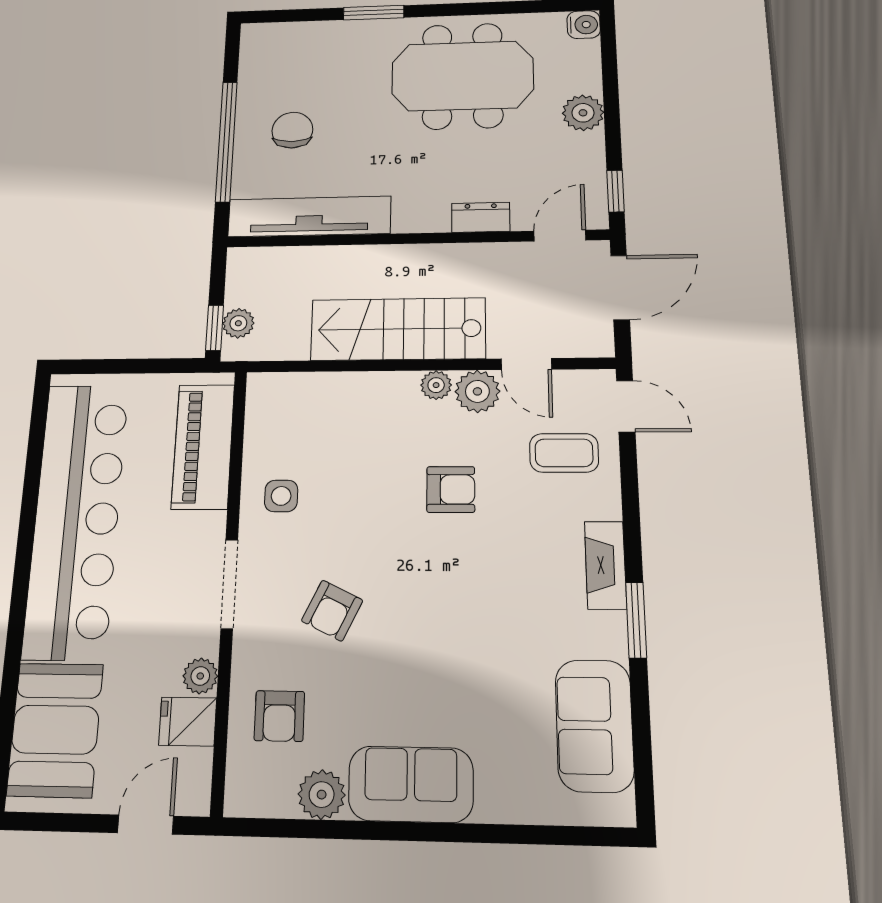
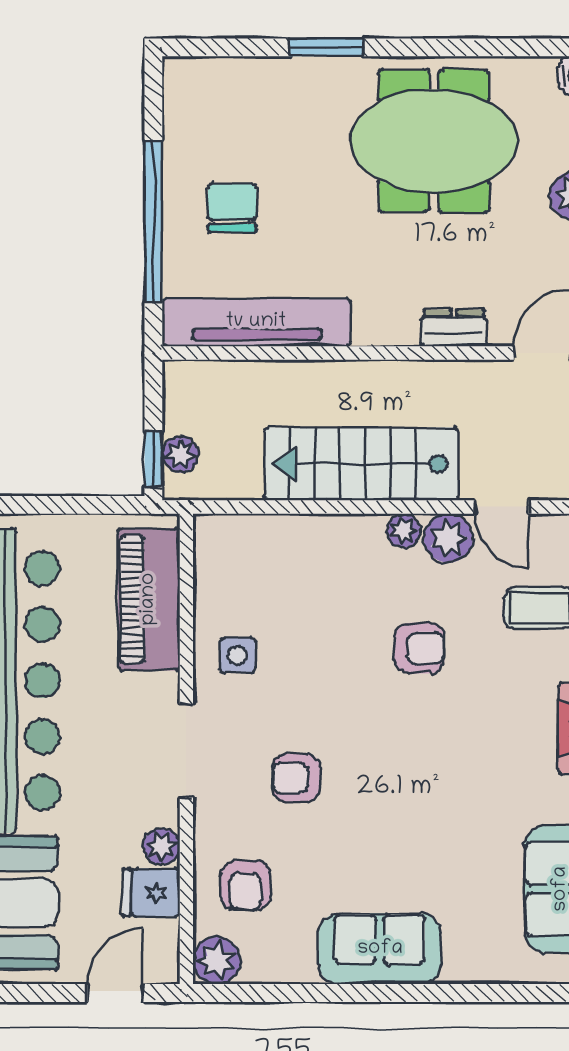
armchair: (332, 611) -> (296, 778), turned 64
plant: (322, 795) -> (217, 961), moved

